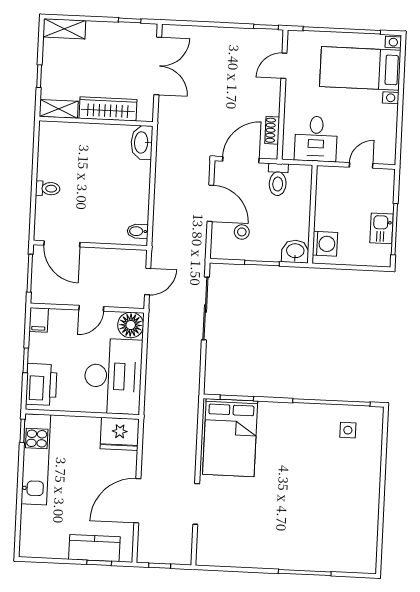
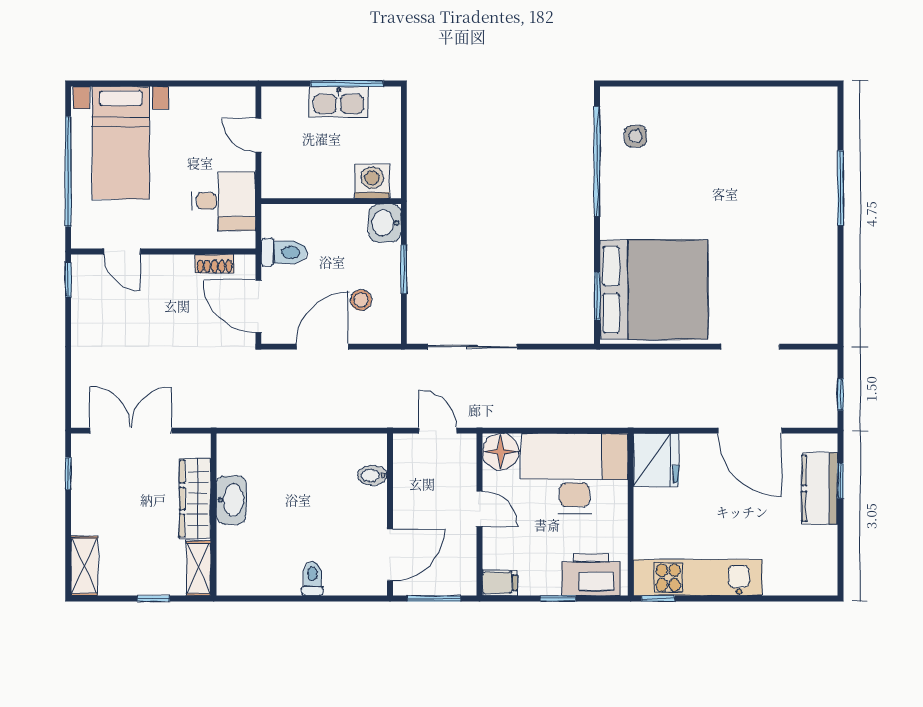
washbasin: (142, 142) -> (231, 500), moved, turned -90
kitchen sink: (382, 228) -> (339, 102), width x1.38
bidet: (138, 231) -> (372, 475), moved, turned 90
bed: (230, 438) -> (654, 290), width x1.36

